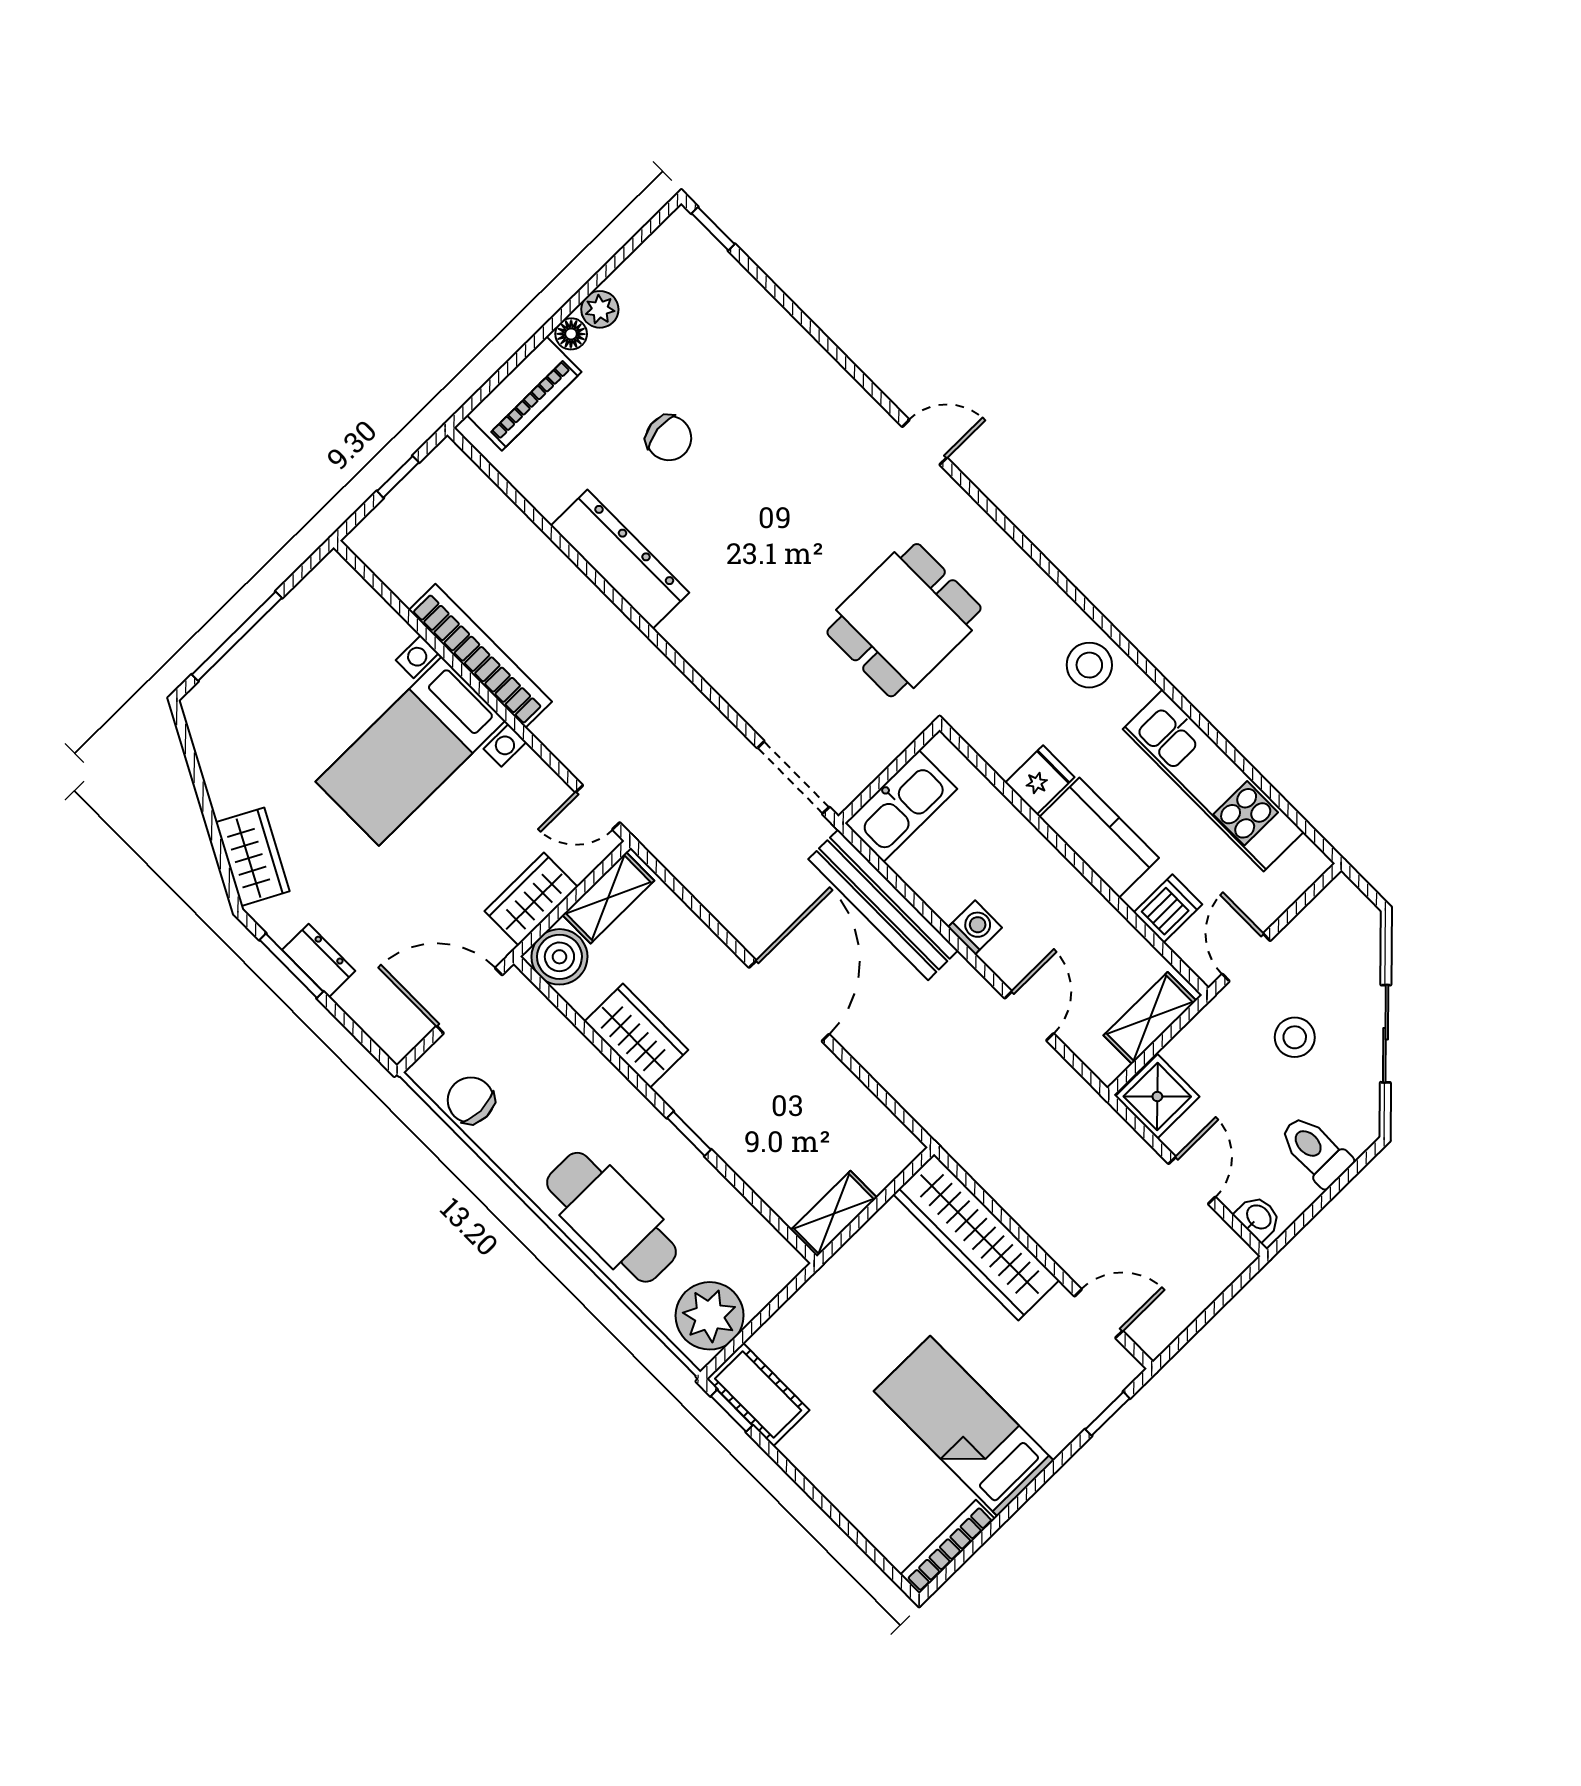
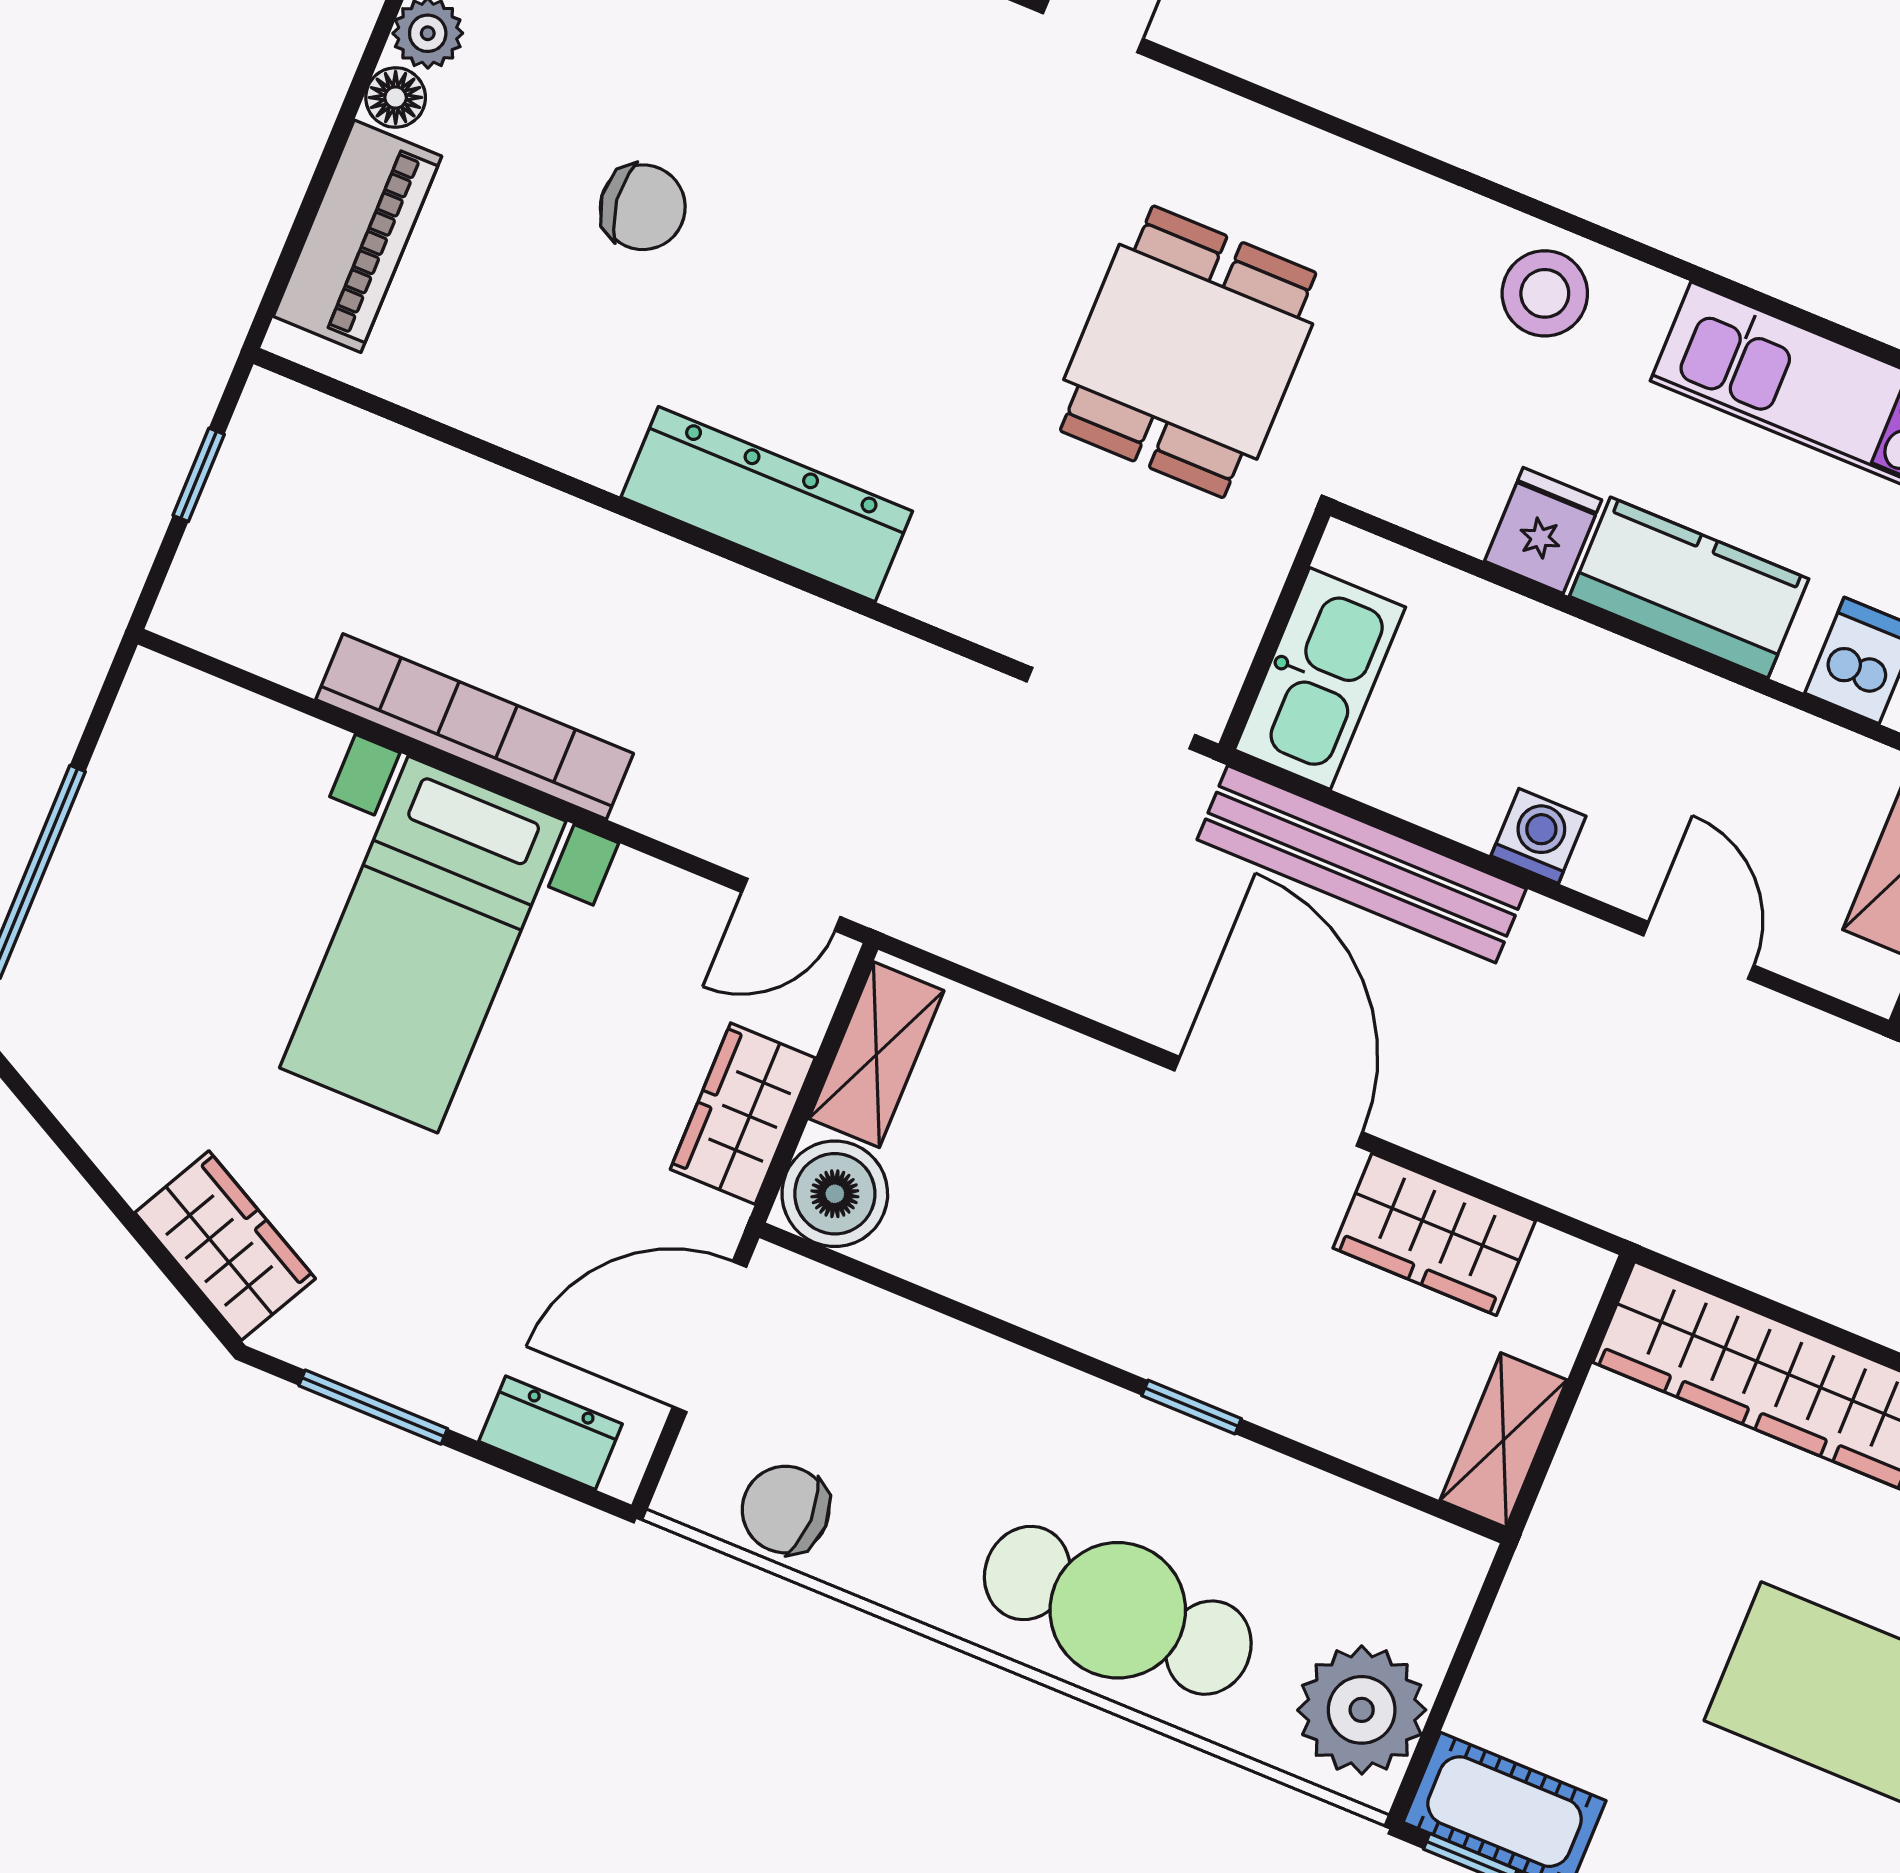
dresser: (620, 559) -> (767, 504), moved
dresser: (319, 960) -> (551, 1433), moved
wardrobe: (636, 1036) -> (1434, 1234), moved, turned 180

